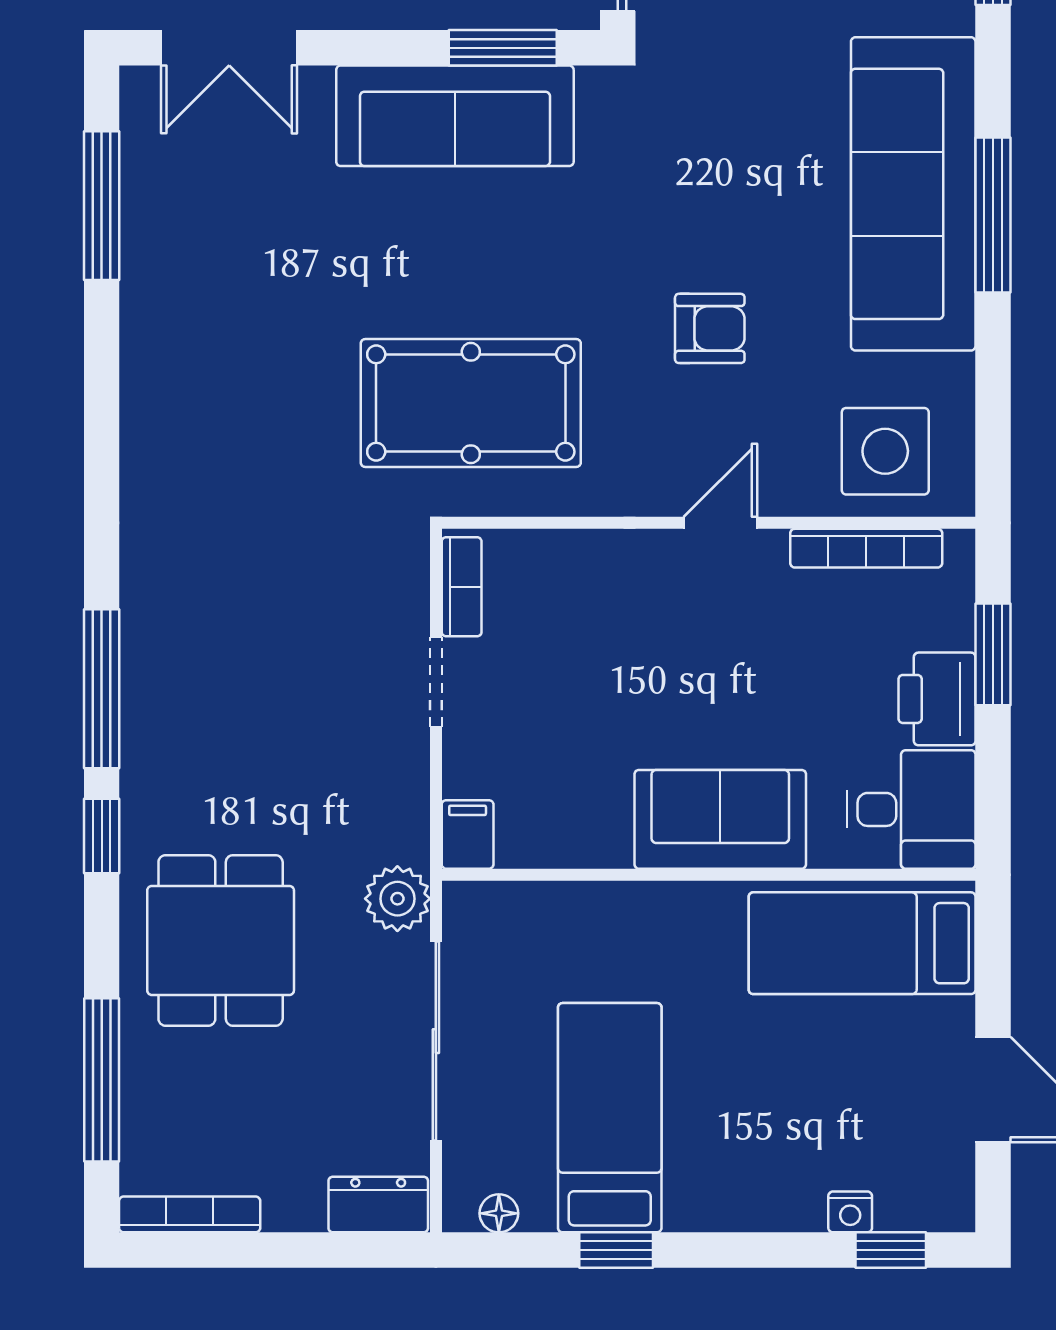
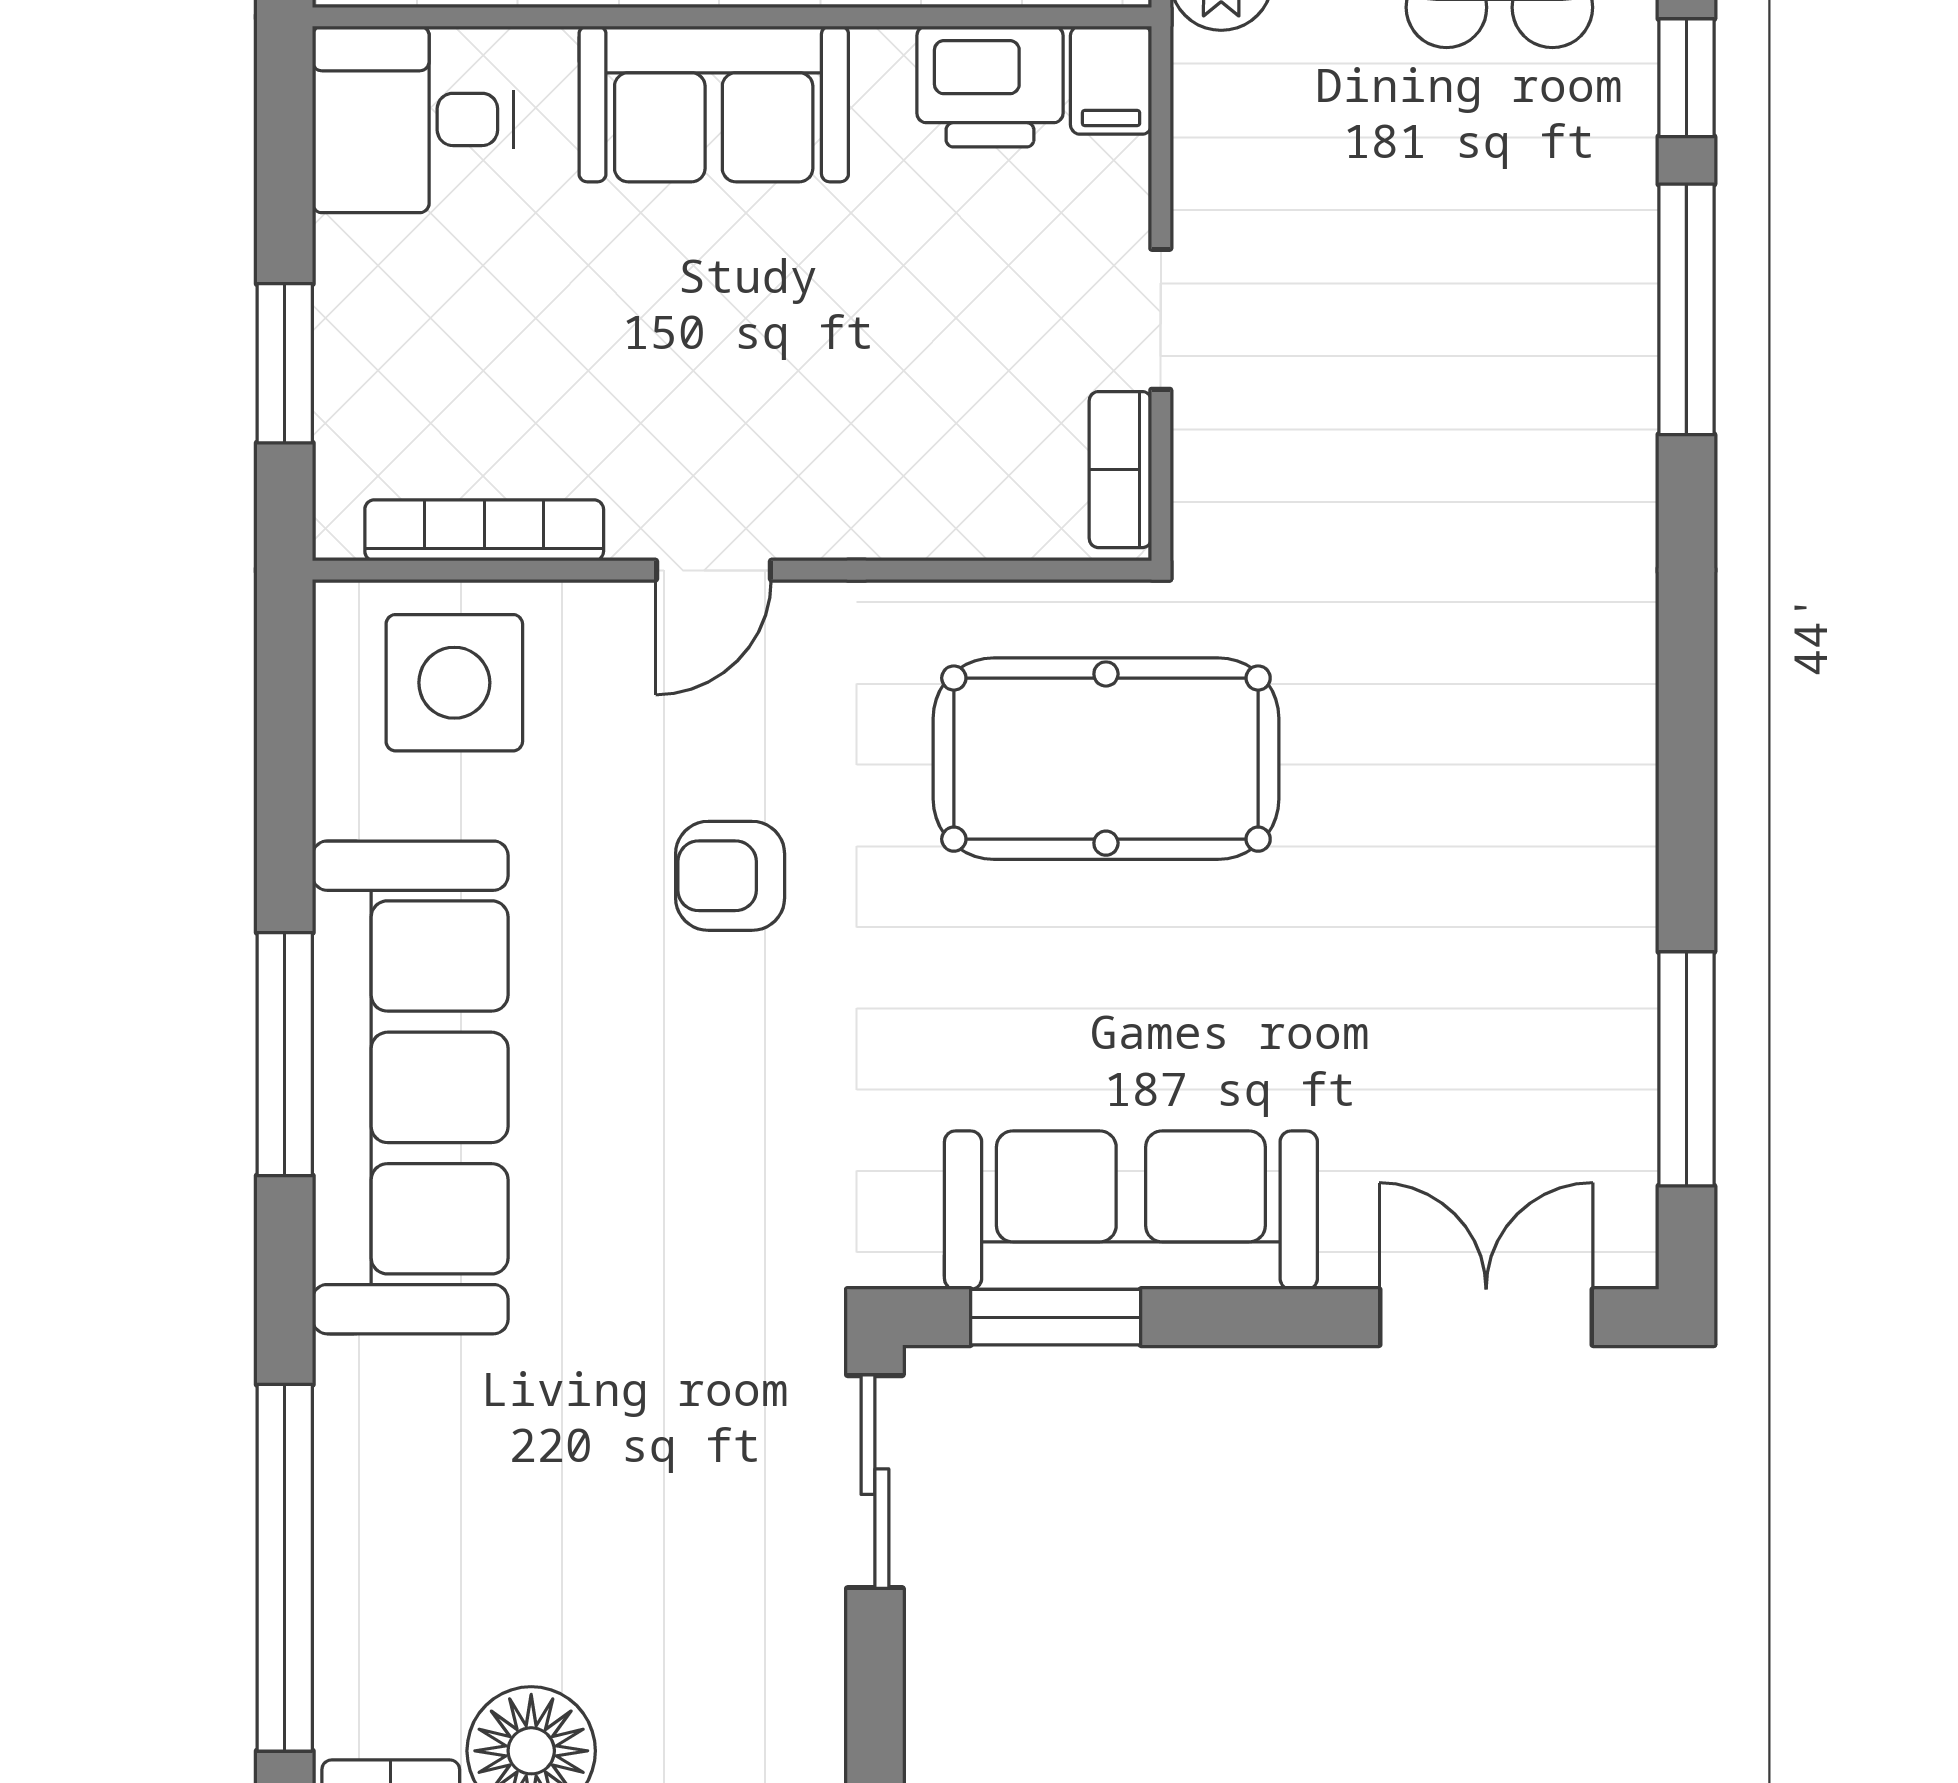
printer: (937, 699) -> (990, 86), moved, turned 90

